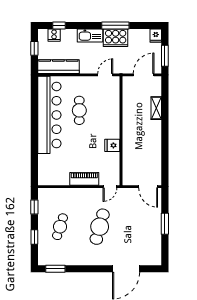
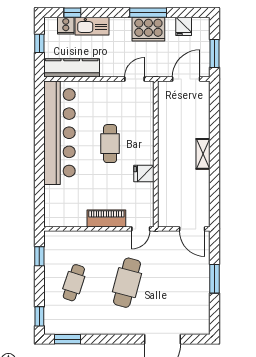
kitchen sink: (90, 35) -> (92, 26), moved
fridge: (156, 36) -> (184, 26), moved
shelving: (156, 108) -> (203, 154), moved
cafe table: (79, 110) -> (110, 144), moved
window: (34, 237) -> (39, 316), moved

